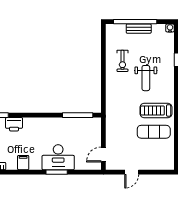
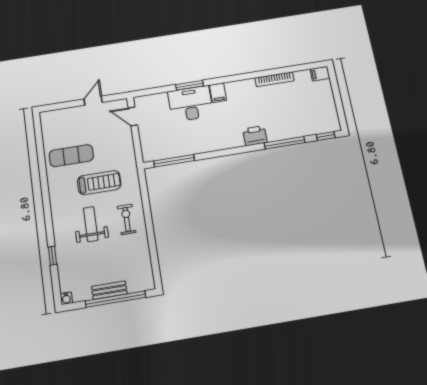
exercise bike: (122, 61) -> (127, 219), moved
treadmill: (156, 110) -> (99, 183), moved
door: (103, 154) -> (133, 117), swing flipped
filing cabinet: (23, 163) -> (218, 93), moved

